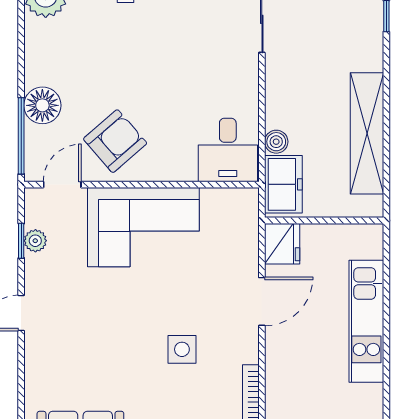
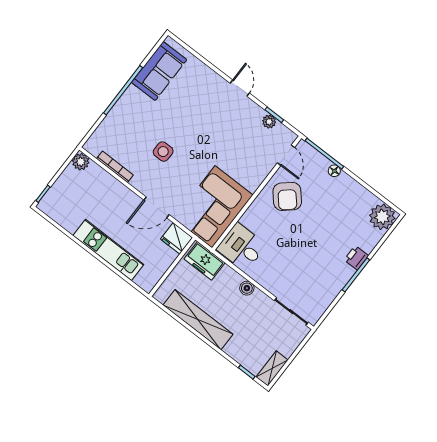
floor lamp: (42, 105) -> (334, 171), width x0.53, depth x0.53
boiler: (276, 142) -> (247, 288), moved
corner sofa: (143, 227) -> (214, 207), moved
door: (262, 301) -> (157, 207), hinge flipped

